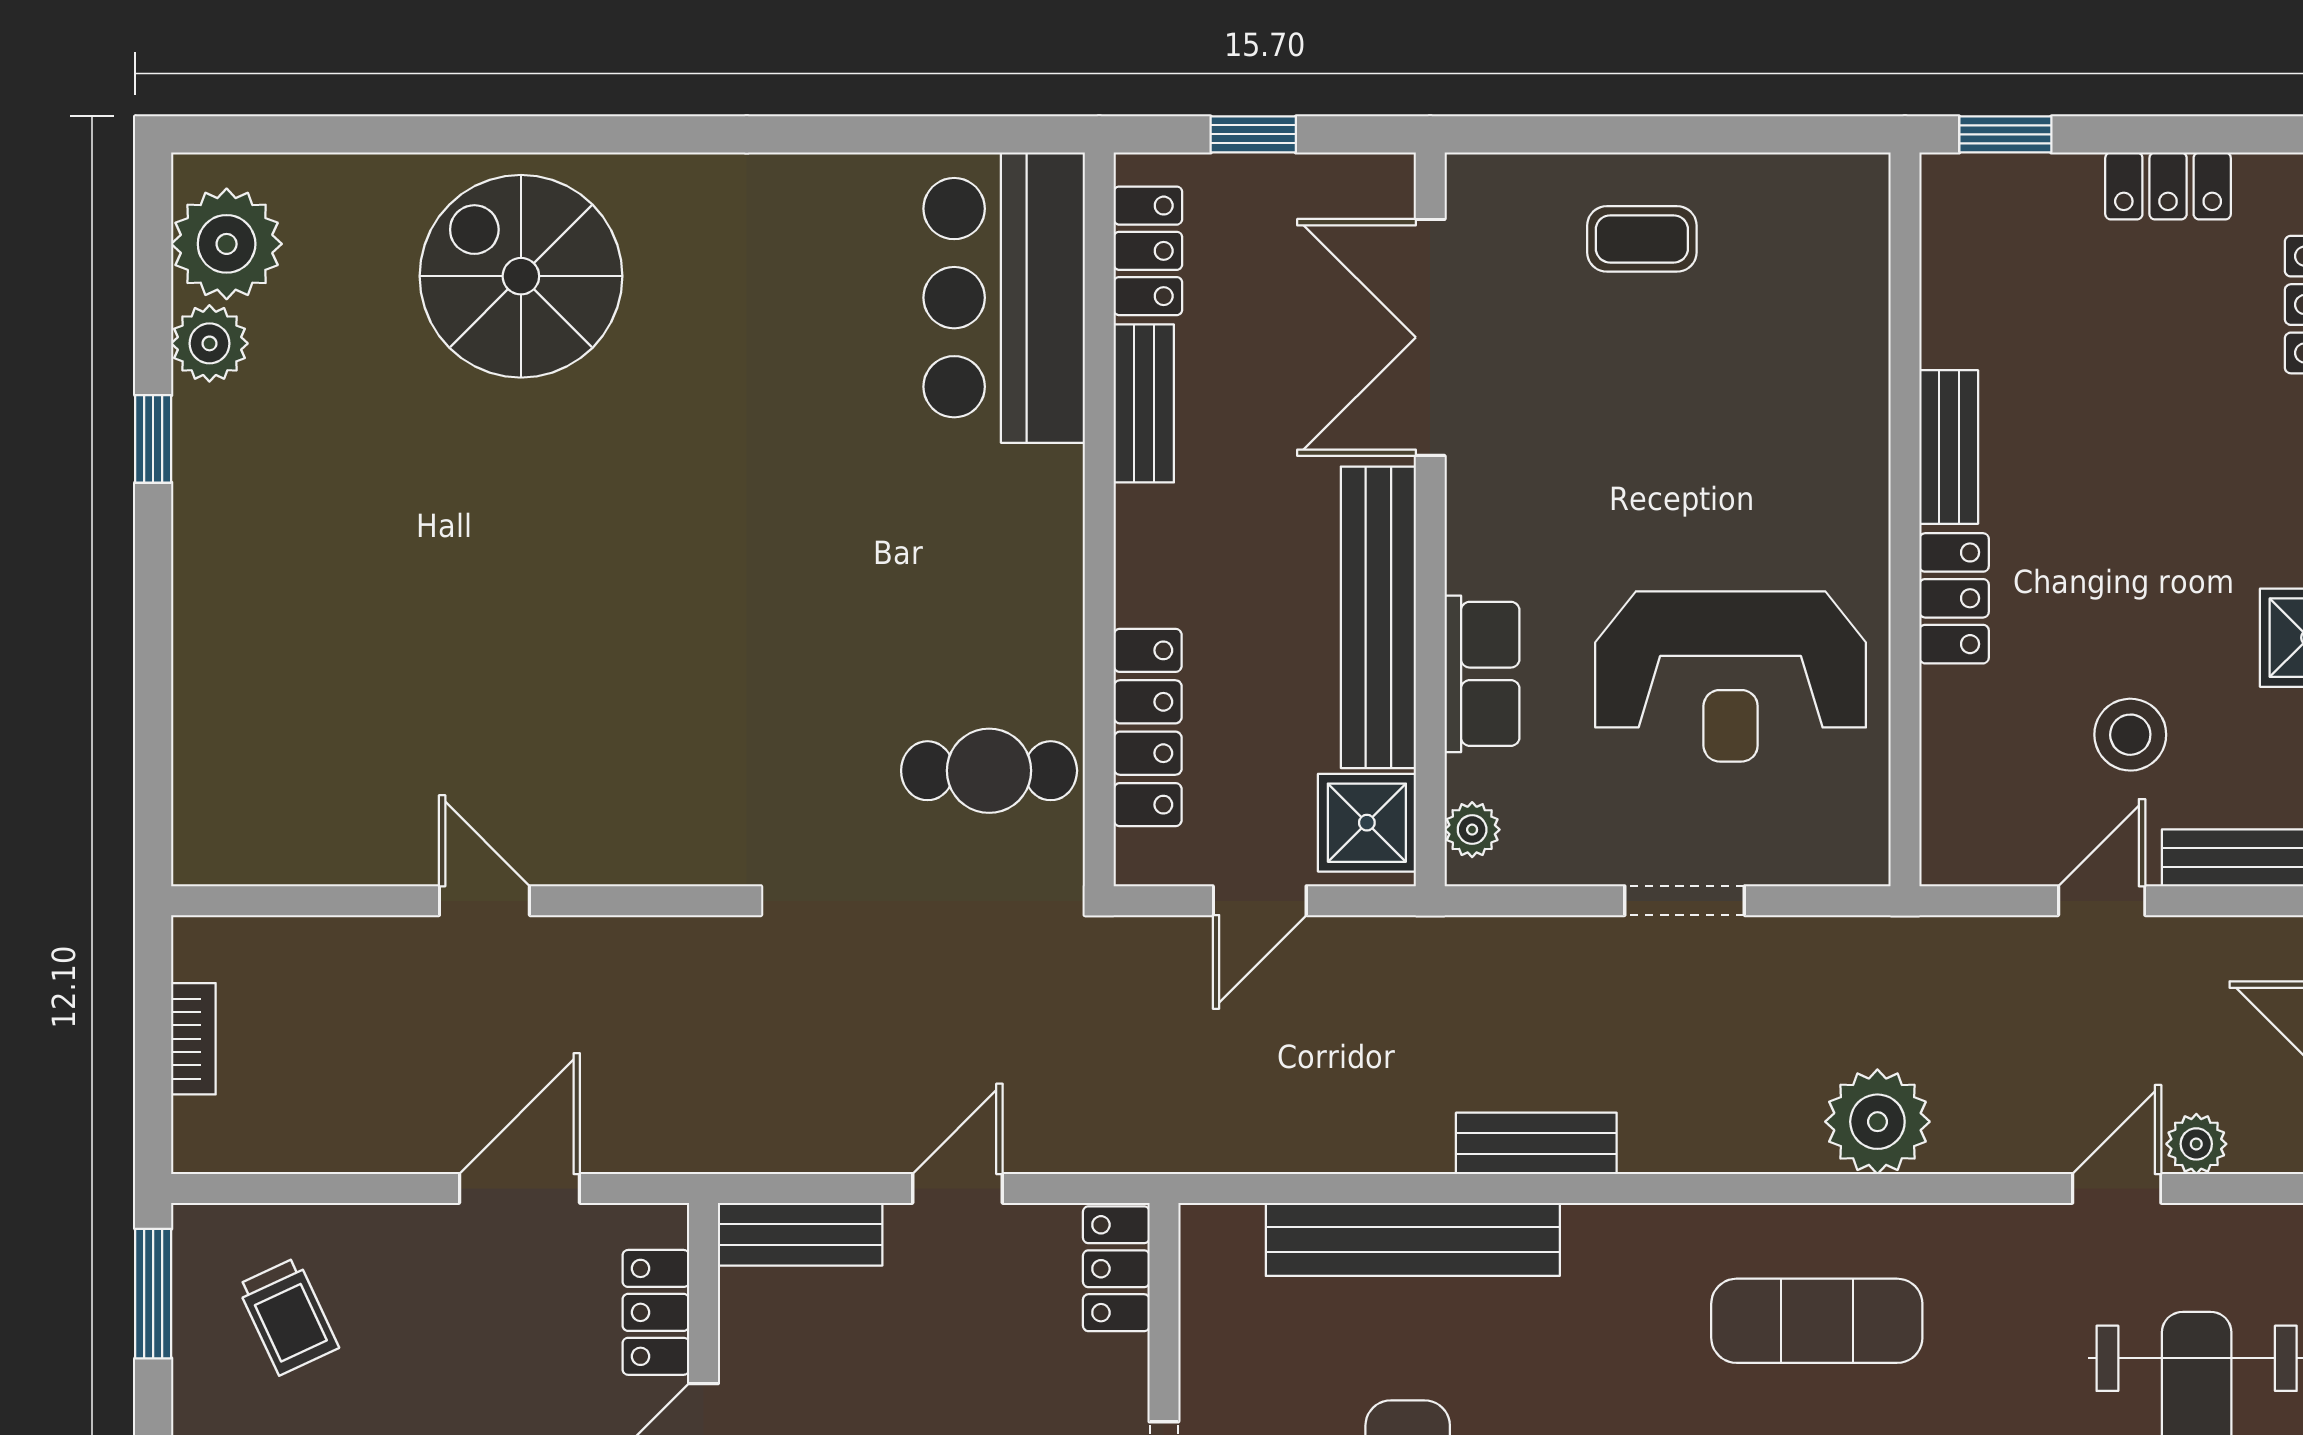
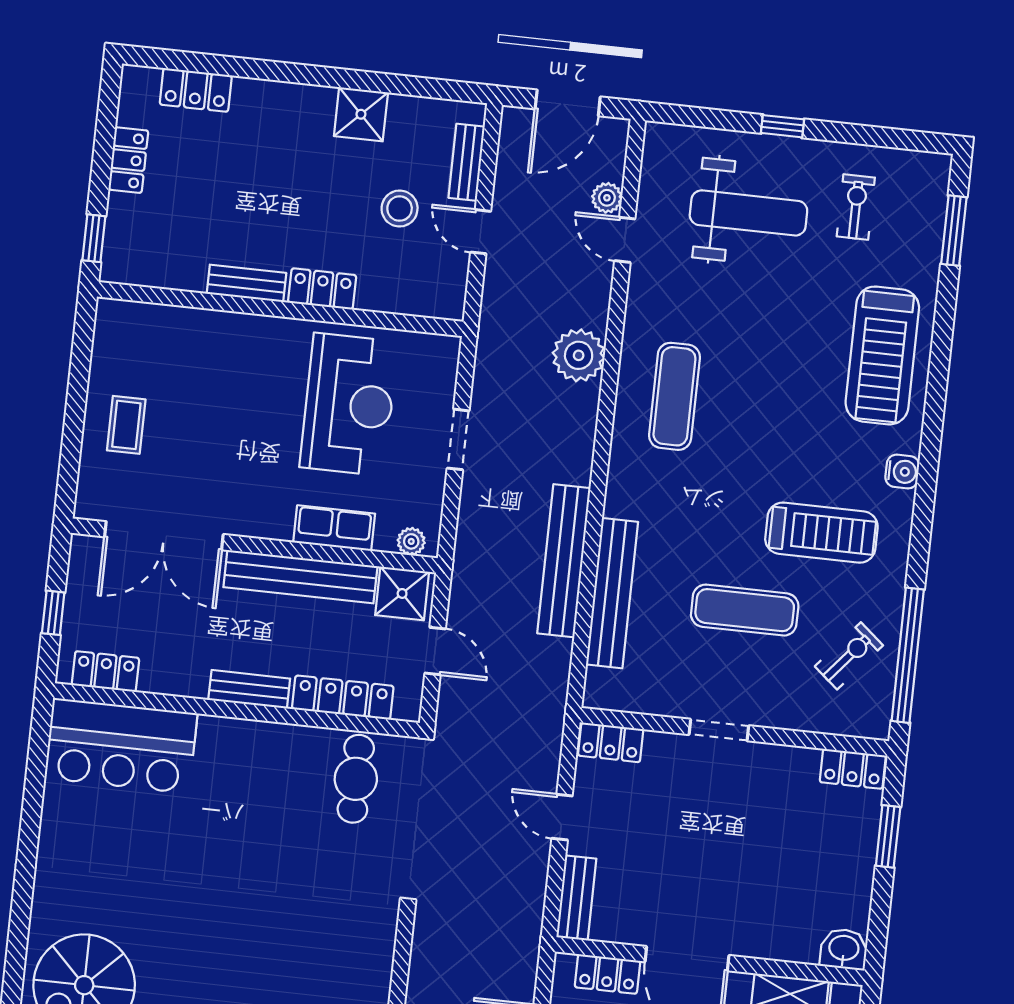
bench: (1144, 403) -> (249, 689), moved
bench: (1536, 1143) -> (564, 561), width x1.86, depth x1.21

